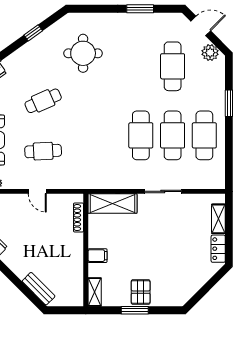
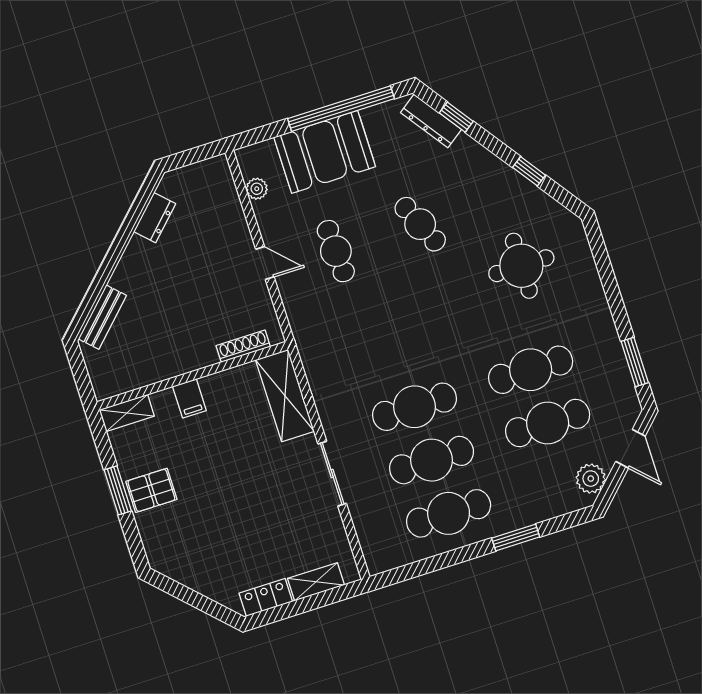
window: (140, 9) -> (635, 362), moved
cafe table: (141, 66) -> (531, 370), added
door: (37, 191) -> (265, 263), swing flipped

